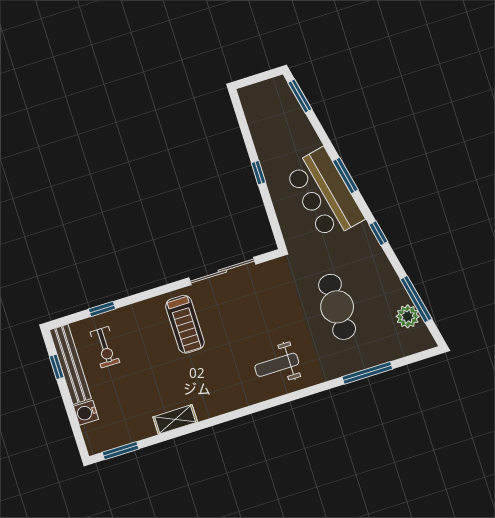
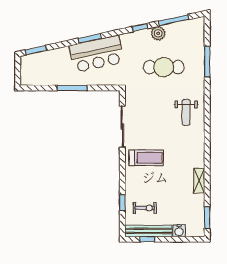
window: (258, 173) -> (72, 88), width x2.17
window: (378, 233) -> (140, 28), moved
plant: (408, 316) -> (158, 33), moved

